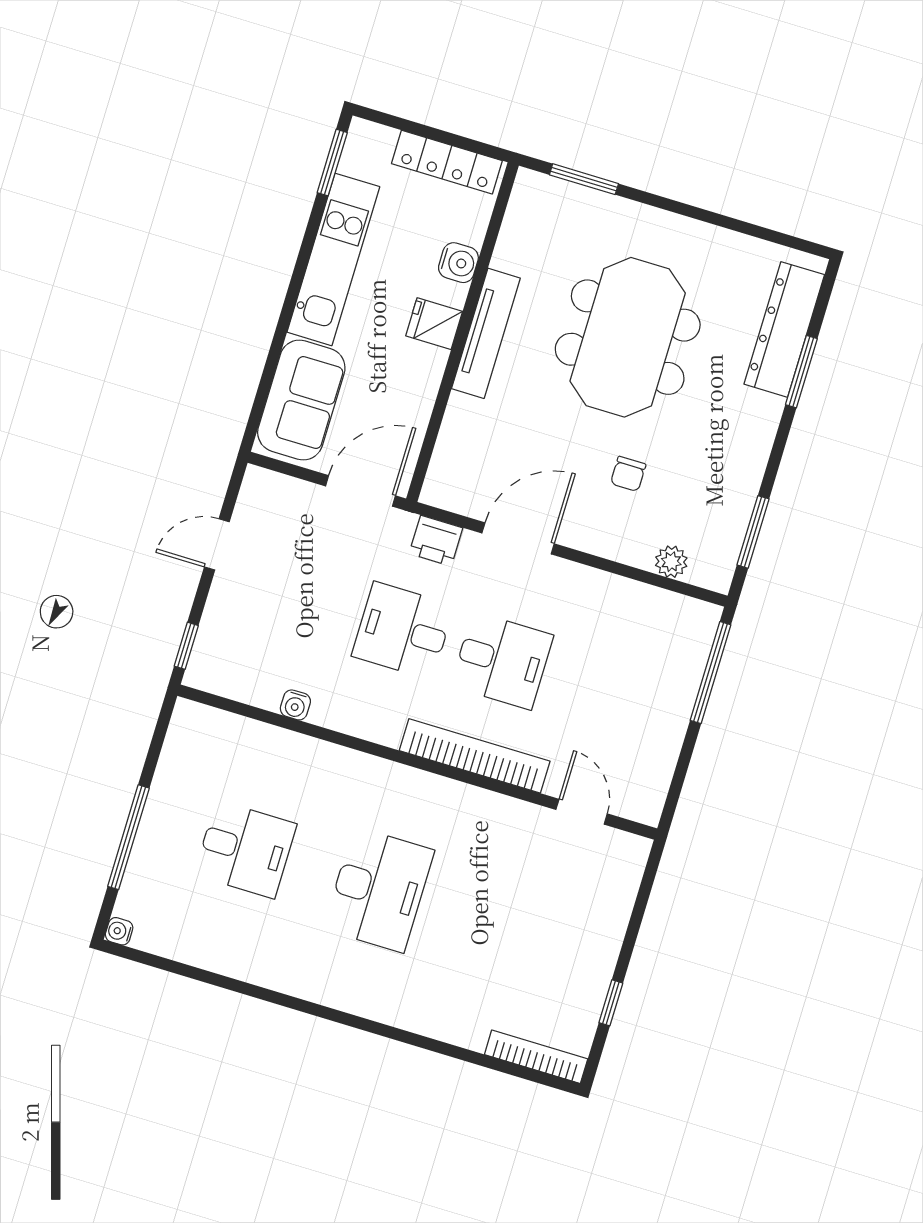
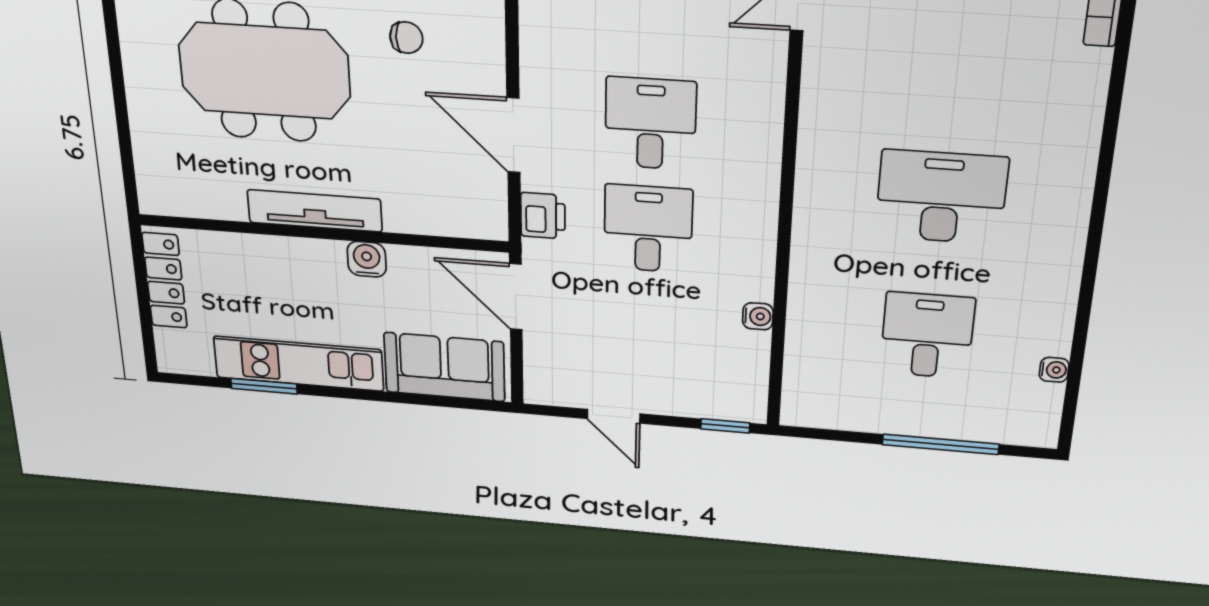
window: (332, 163) -> (264, 386), moved
window: (584, 179) -> (126, 149), removed
water cooler: (458, 263) -> (367, 259), moved
fridge: (434, 324) -> (324, 261), removed
desk: (403, 631) -> (648, 229), turned 180
bookcase: (475, 756) -> (764, 130), removed
water cooler: (119, 931) -> (1054, 370), moved, turned -90

